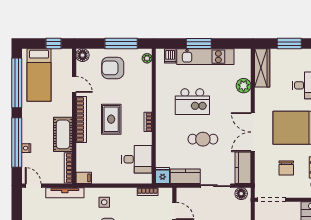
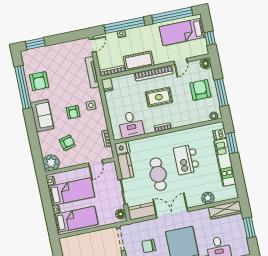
window: (199, 44) -> (232, 143), moved
cafe table: (203, 139) -> (158, 174), width x1.37, depth x1.35

